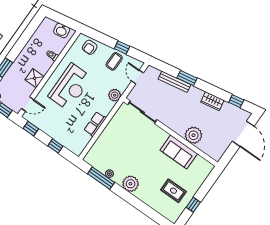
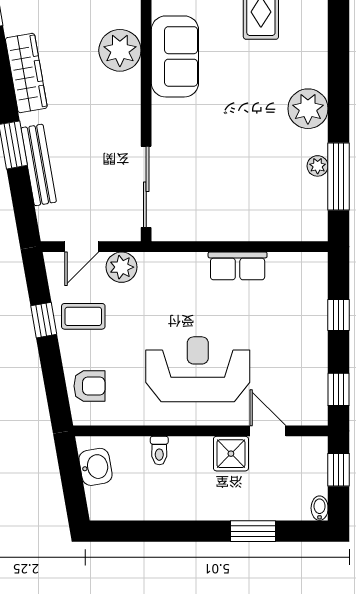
plant: (115, 95) -> (122, 267), moved
wardrobe: (212, 101) -> (26, 73), width x1.50
door: (28, 104) -> (268, 431), moved

